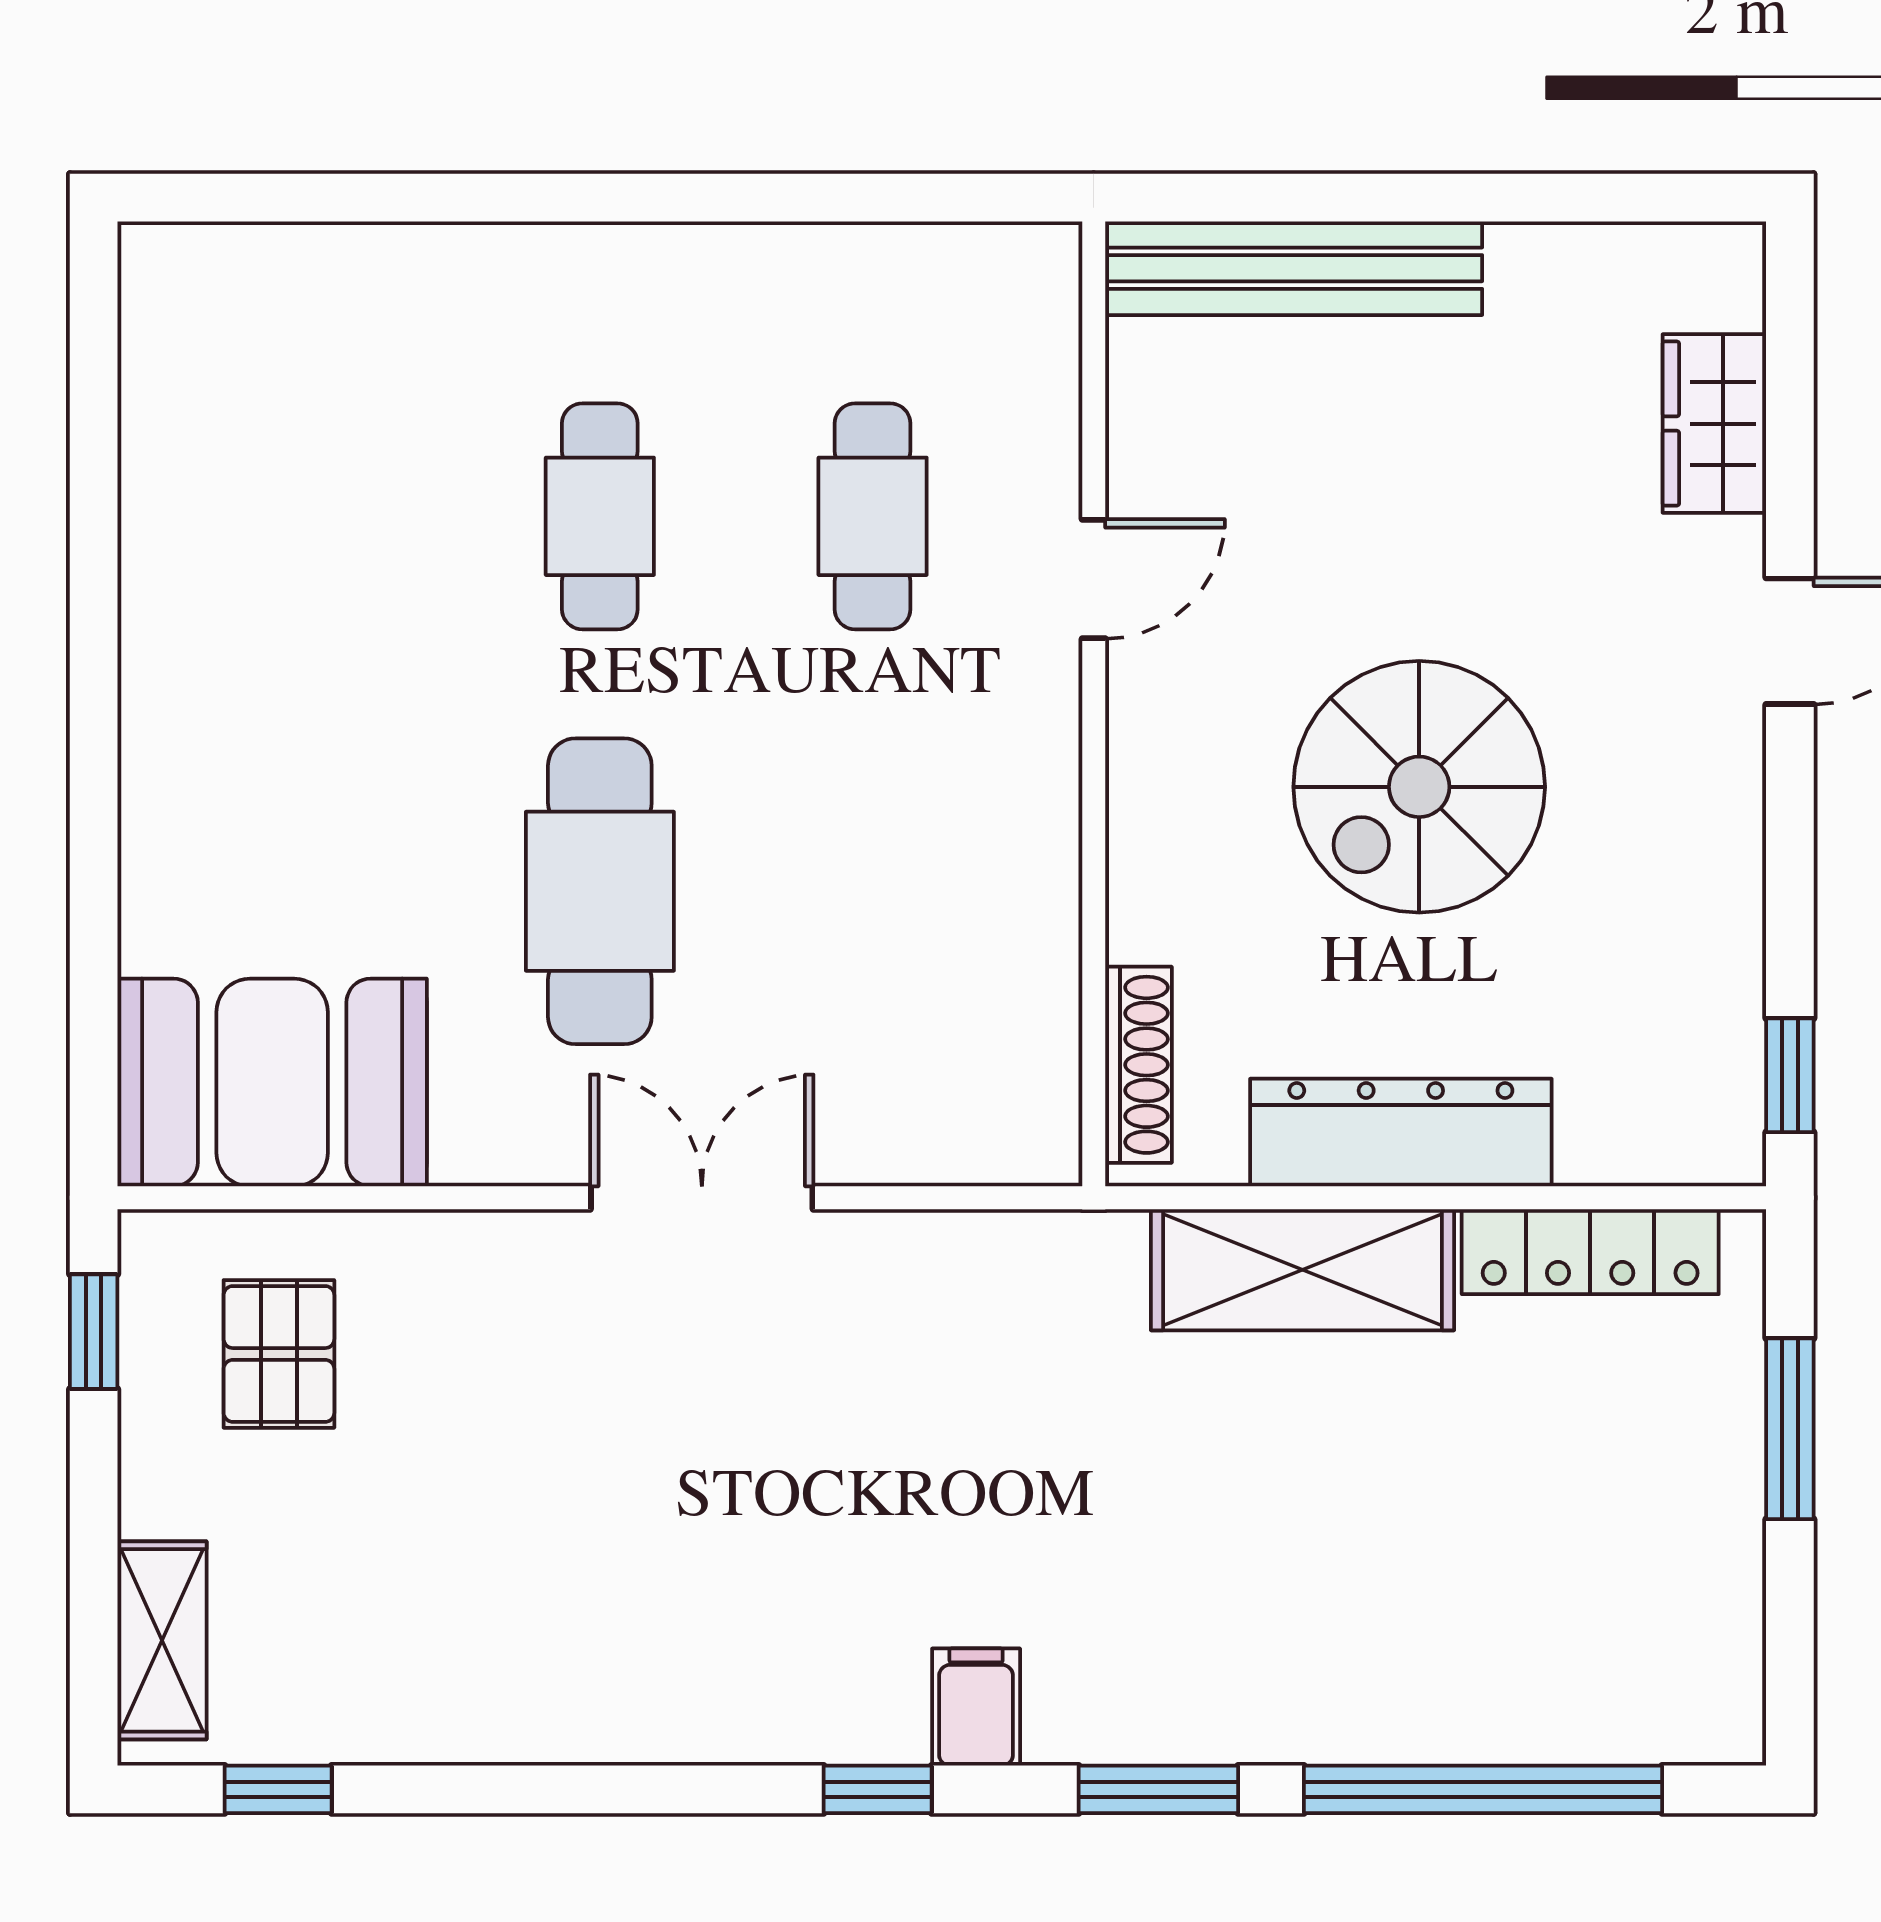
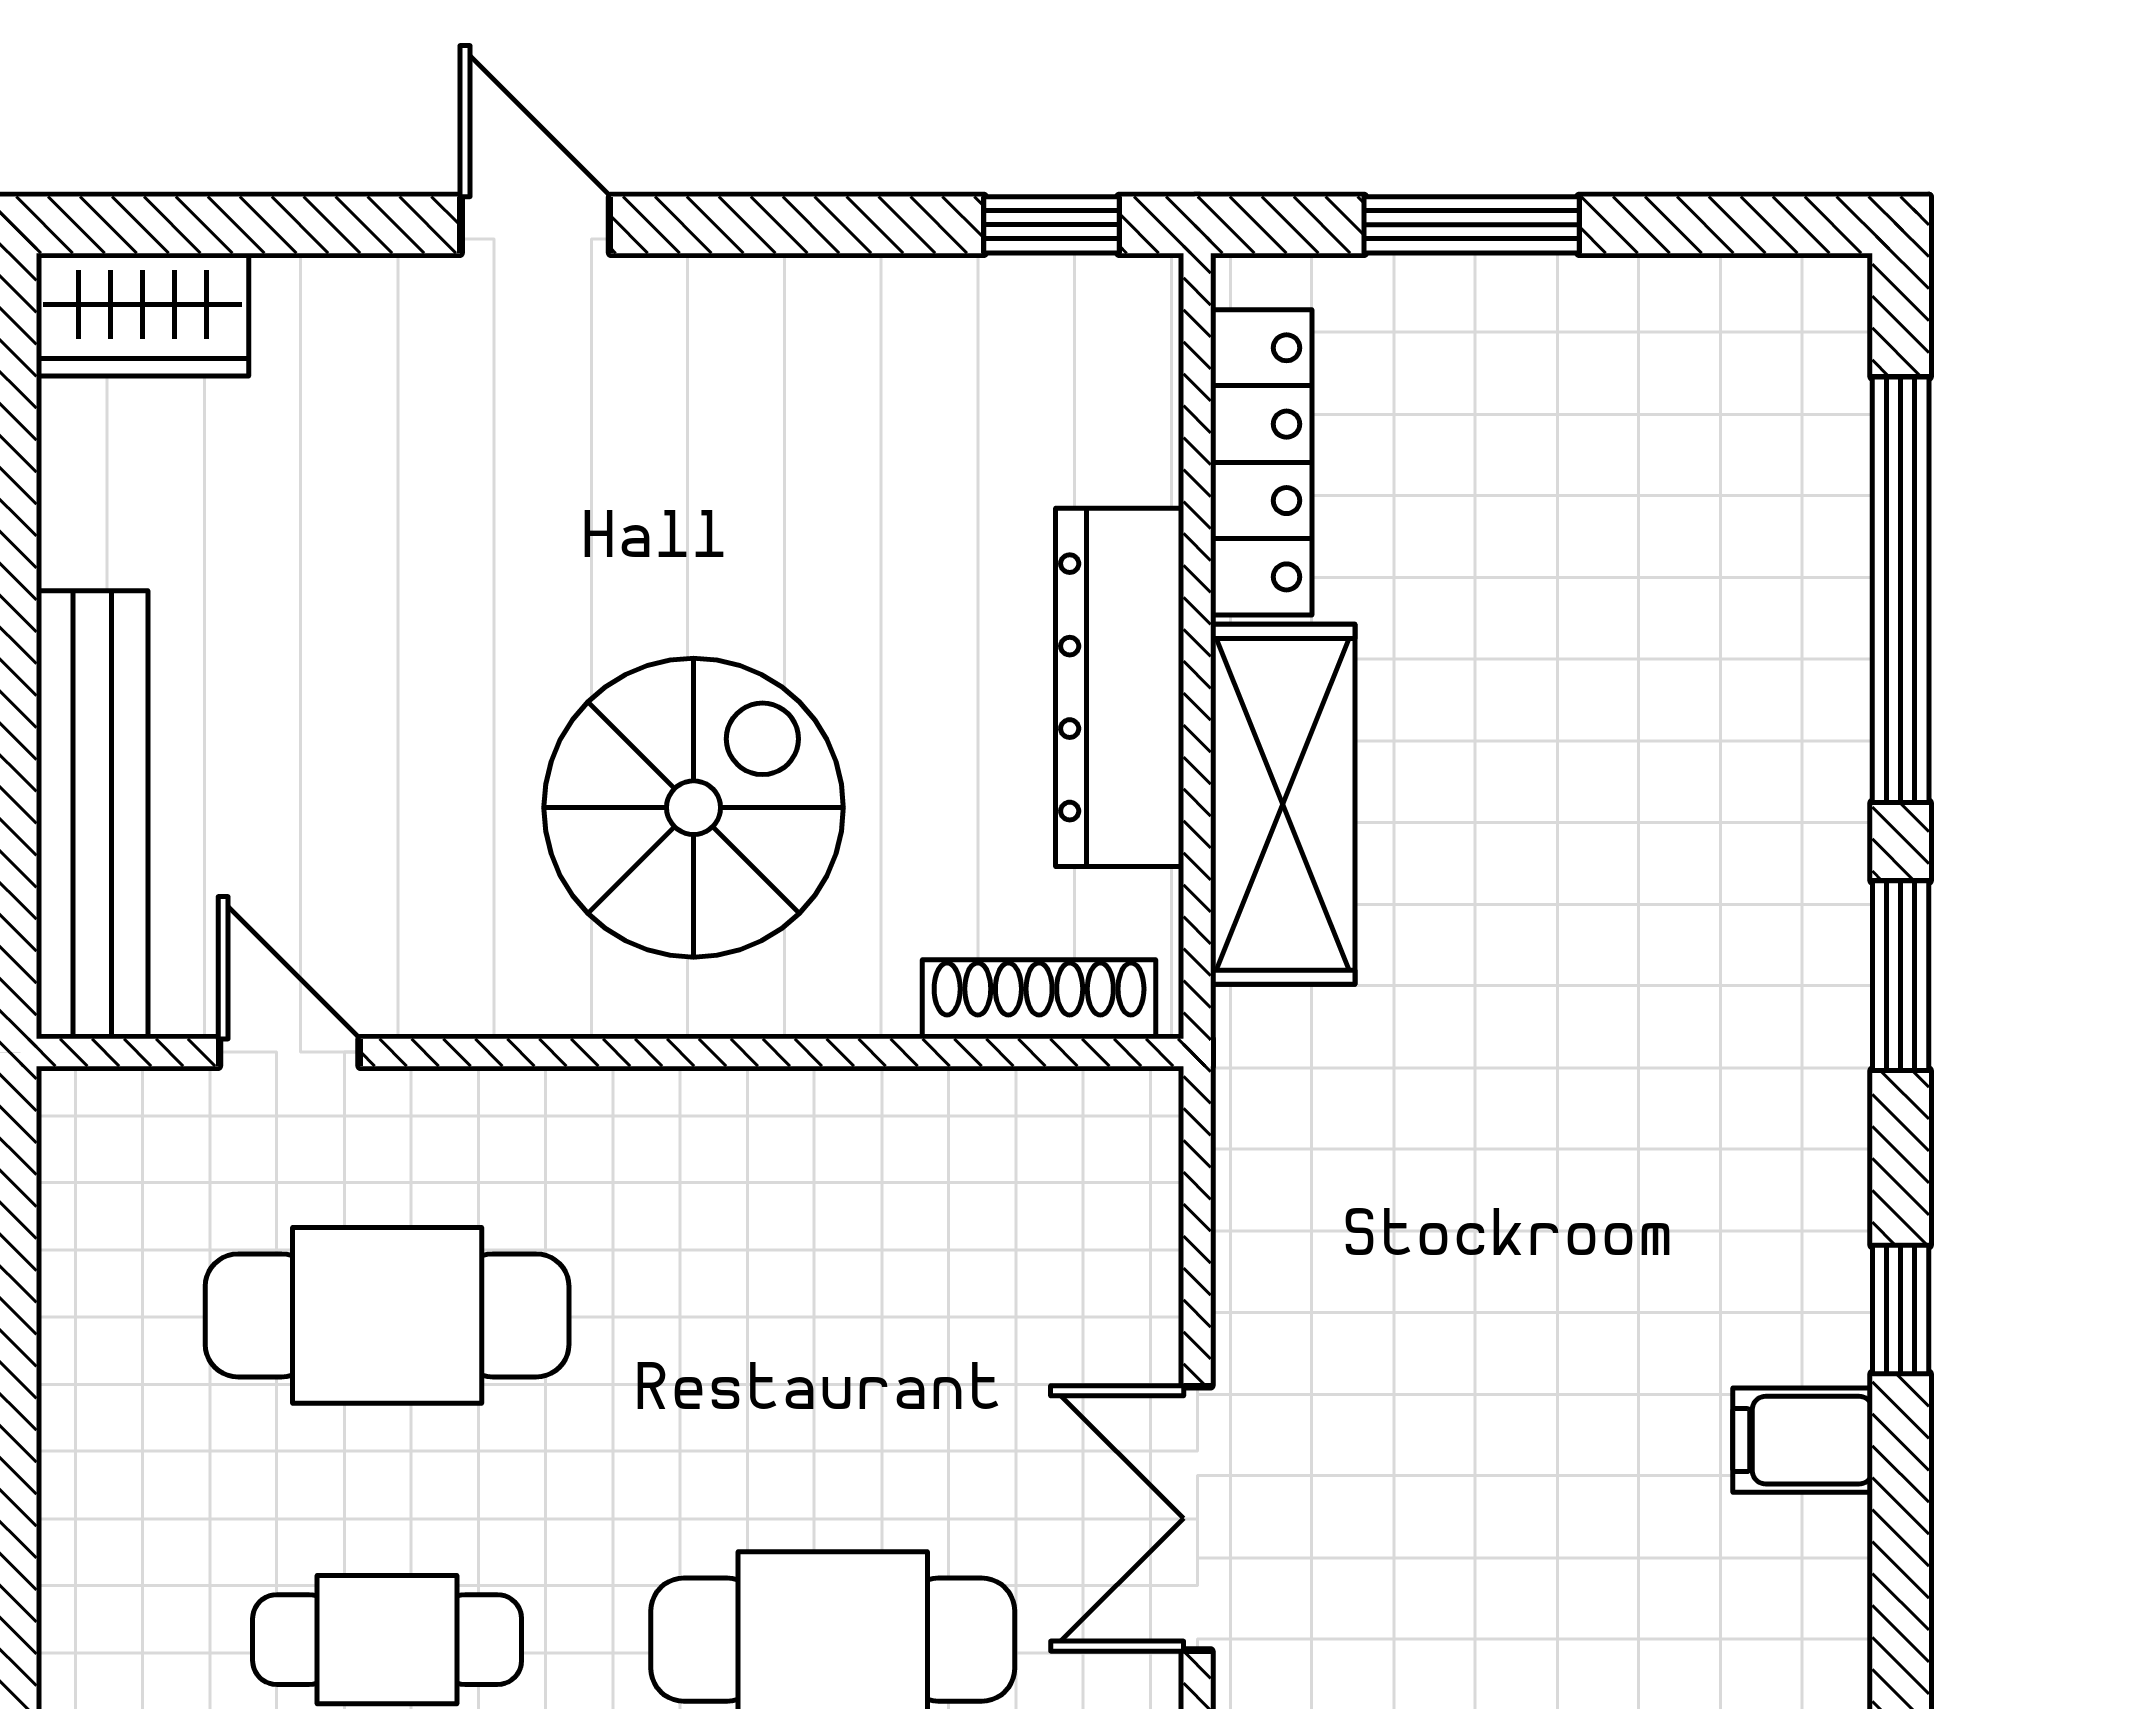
wardrobe: (1714, 424) -> (143, 315), moved
cafe table: (873, 516) -> (387, 1315), width x1.37, depth x1.35
door: (1094, 579) -> (289, 1052), moved
spiral stairs: (1419, 787) -> (694, 808), moved, turned -90
filing cabinet: (976, 1707) -> (1803, 1440), moved

